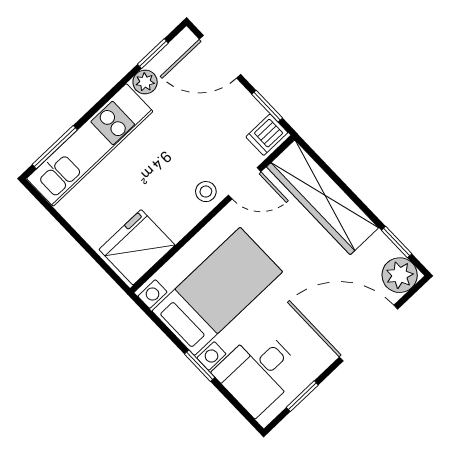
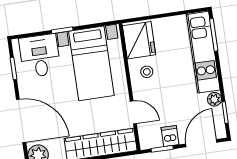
dishwasher: (267, 135) -> (170, 136), moved
door: (245, 183) -> (133, 112), swing flipped
stool: (206, 192) -> (147, 72), moved
door: (369, 333) -> (21, 121), hinge flipped

